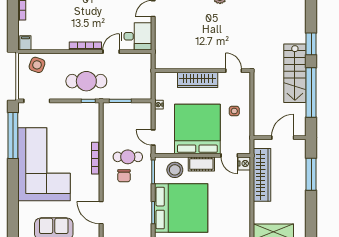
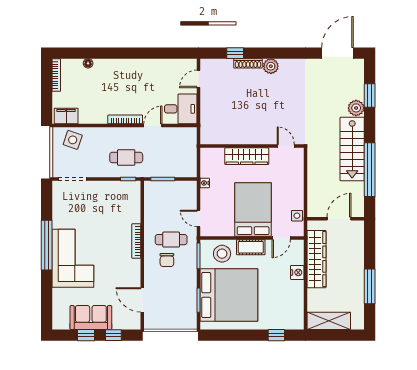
plant: (299, 35) -> (356, 108), added
filing cabinet: (25, 43) -> (66, 116), width x2.00
window: (311, 44) -> (370, 96), moved
cafe table: (86, 81) -> (126, 158), width x0.73, depth x0.74
side table: (234, 111) -> (297, 216), moved
bed: (197, 129) -> (253, 209), width x0.73
window: (13, 136) -> (47, 245), moved
door: (229, 155) -> (281, 238), hinge flipped
nightstand: (244, 163) -> (297, 272), moved
corner sofa: (44, 164) -> (73, 258), width x0.73, depth x0.74
window: (311, 174) -> (370, 286), moved

